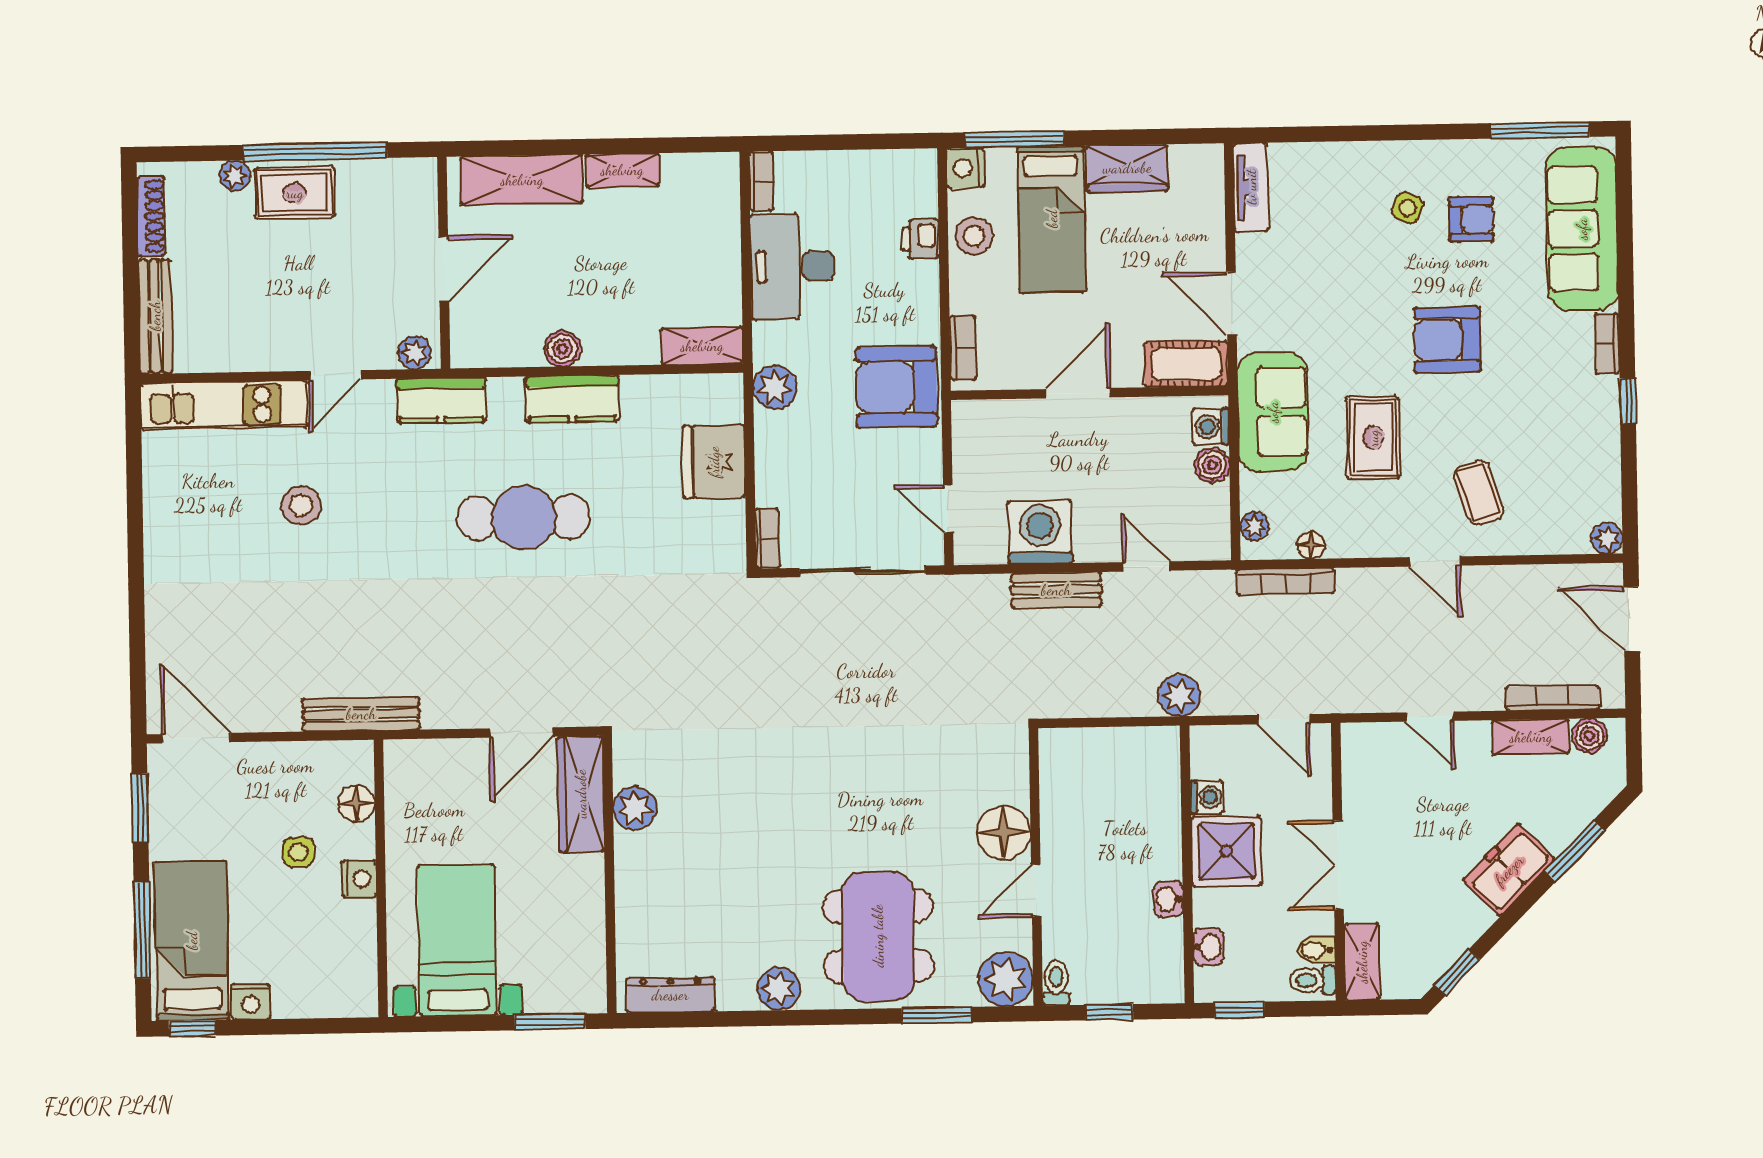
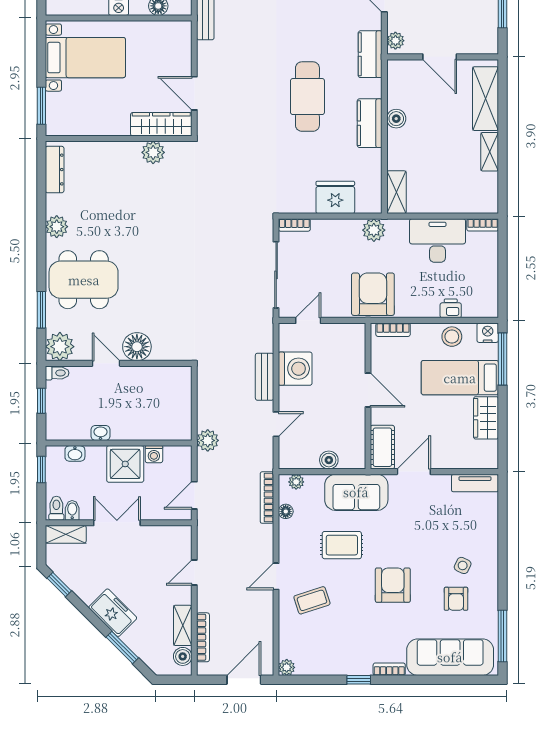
washing machine: (1211, 427) -> (349, 460), removed

